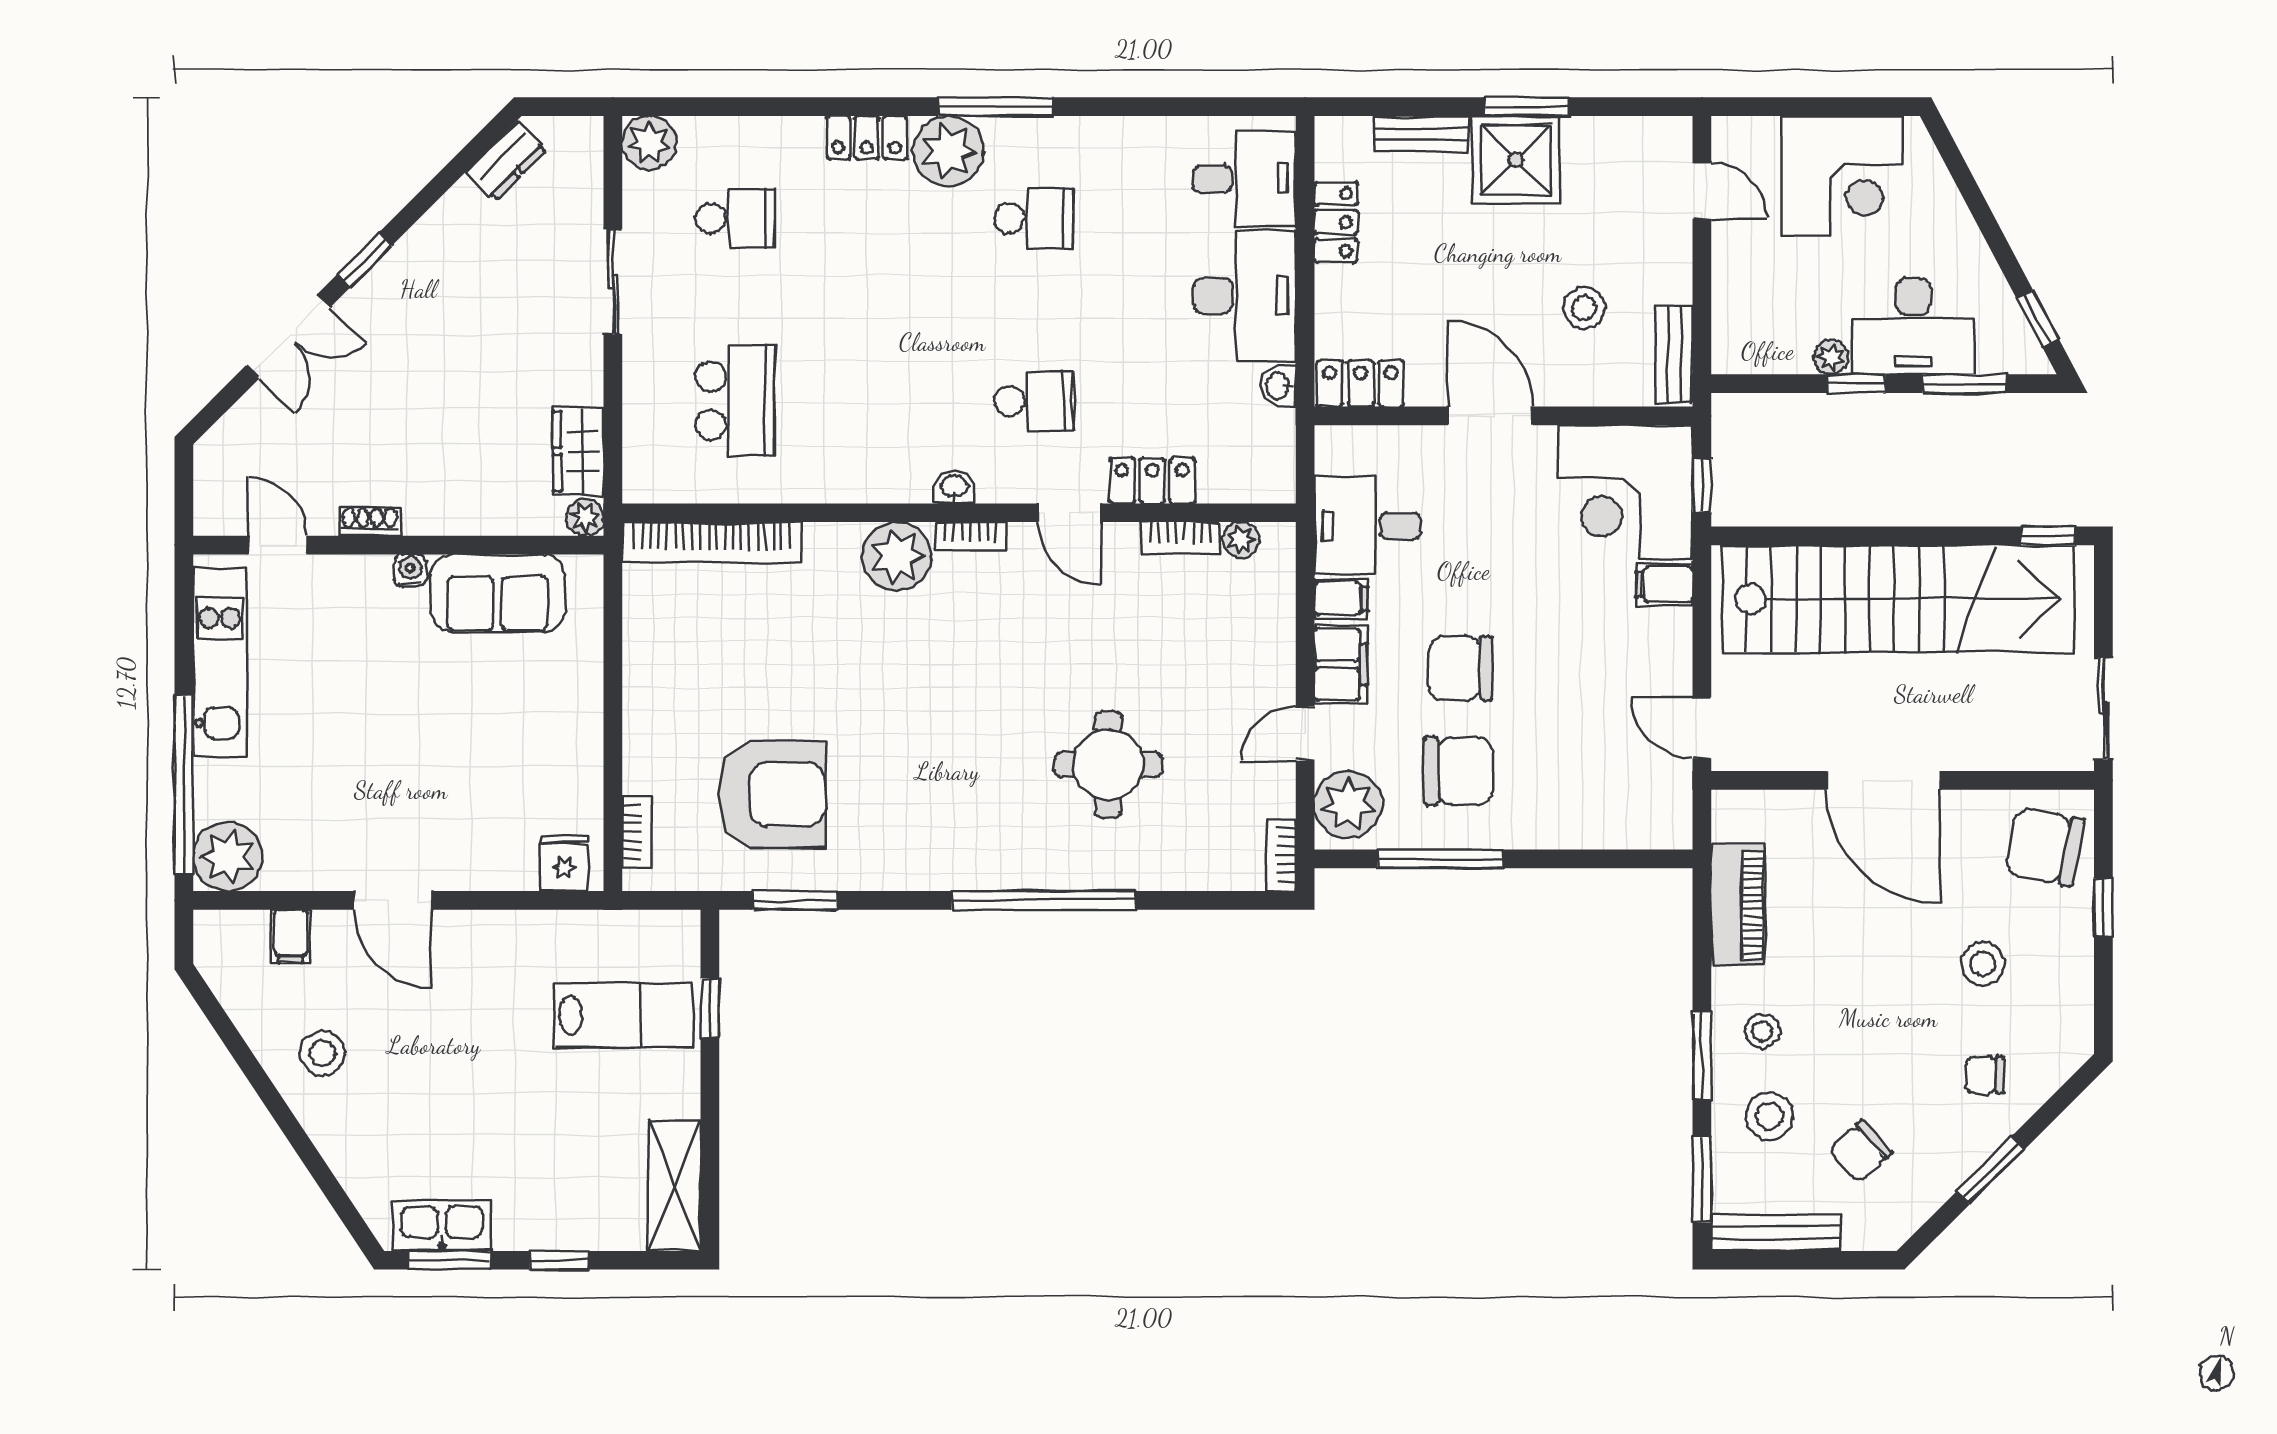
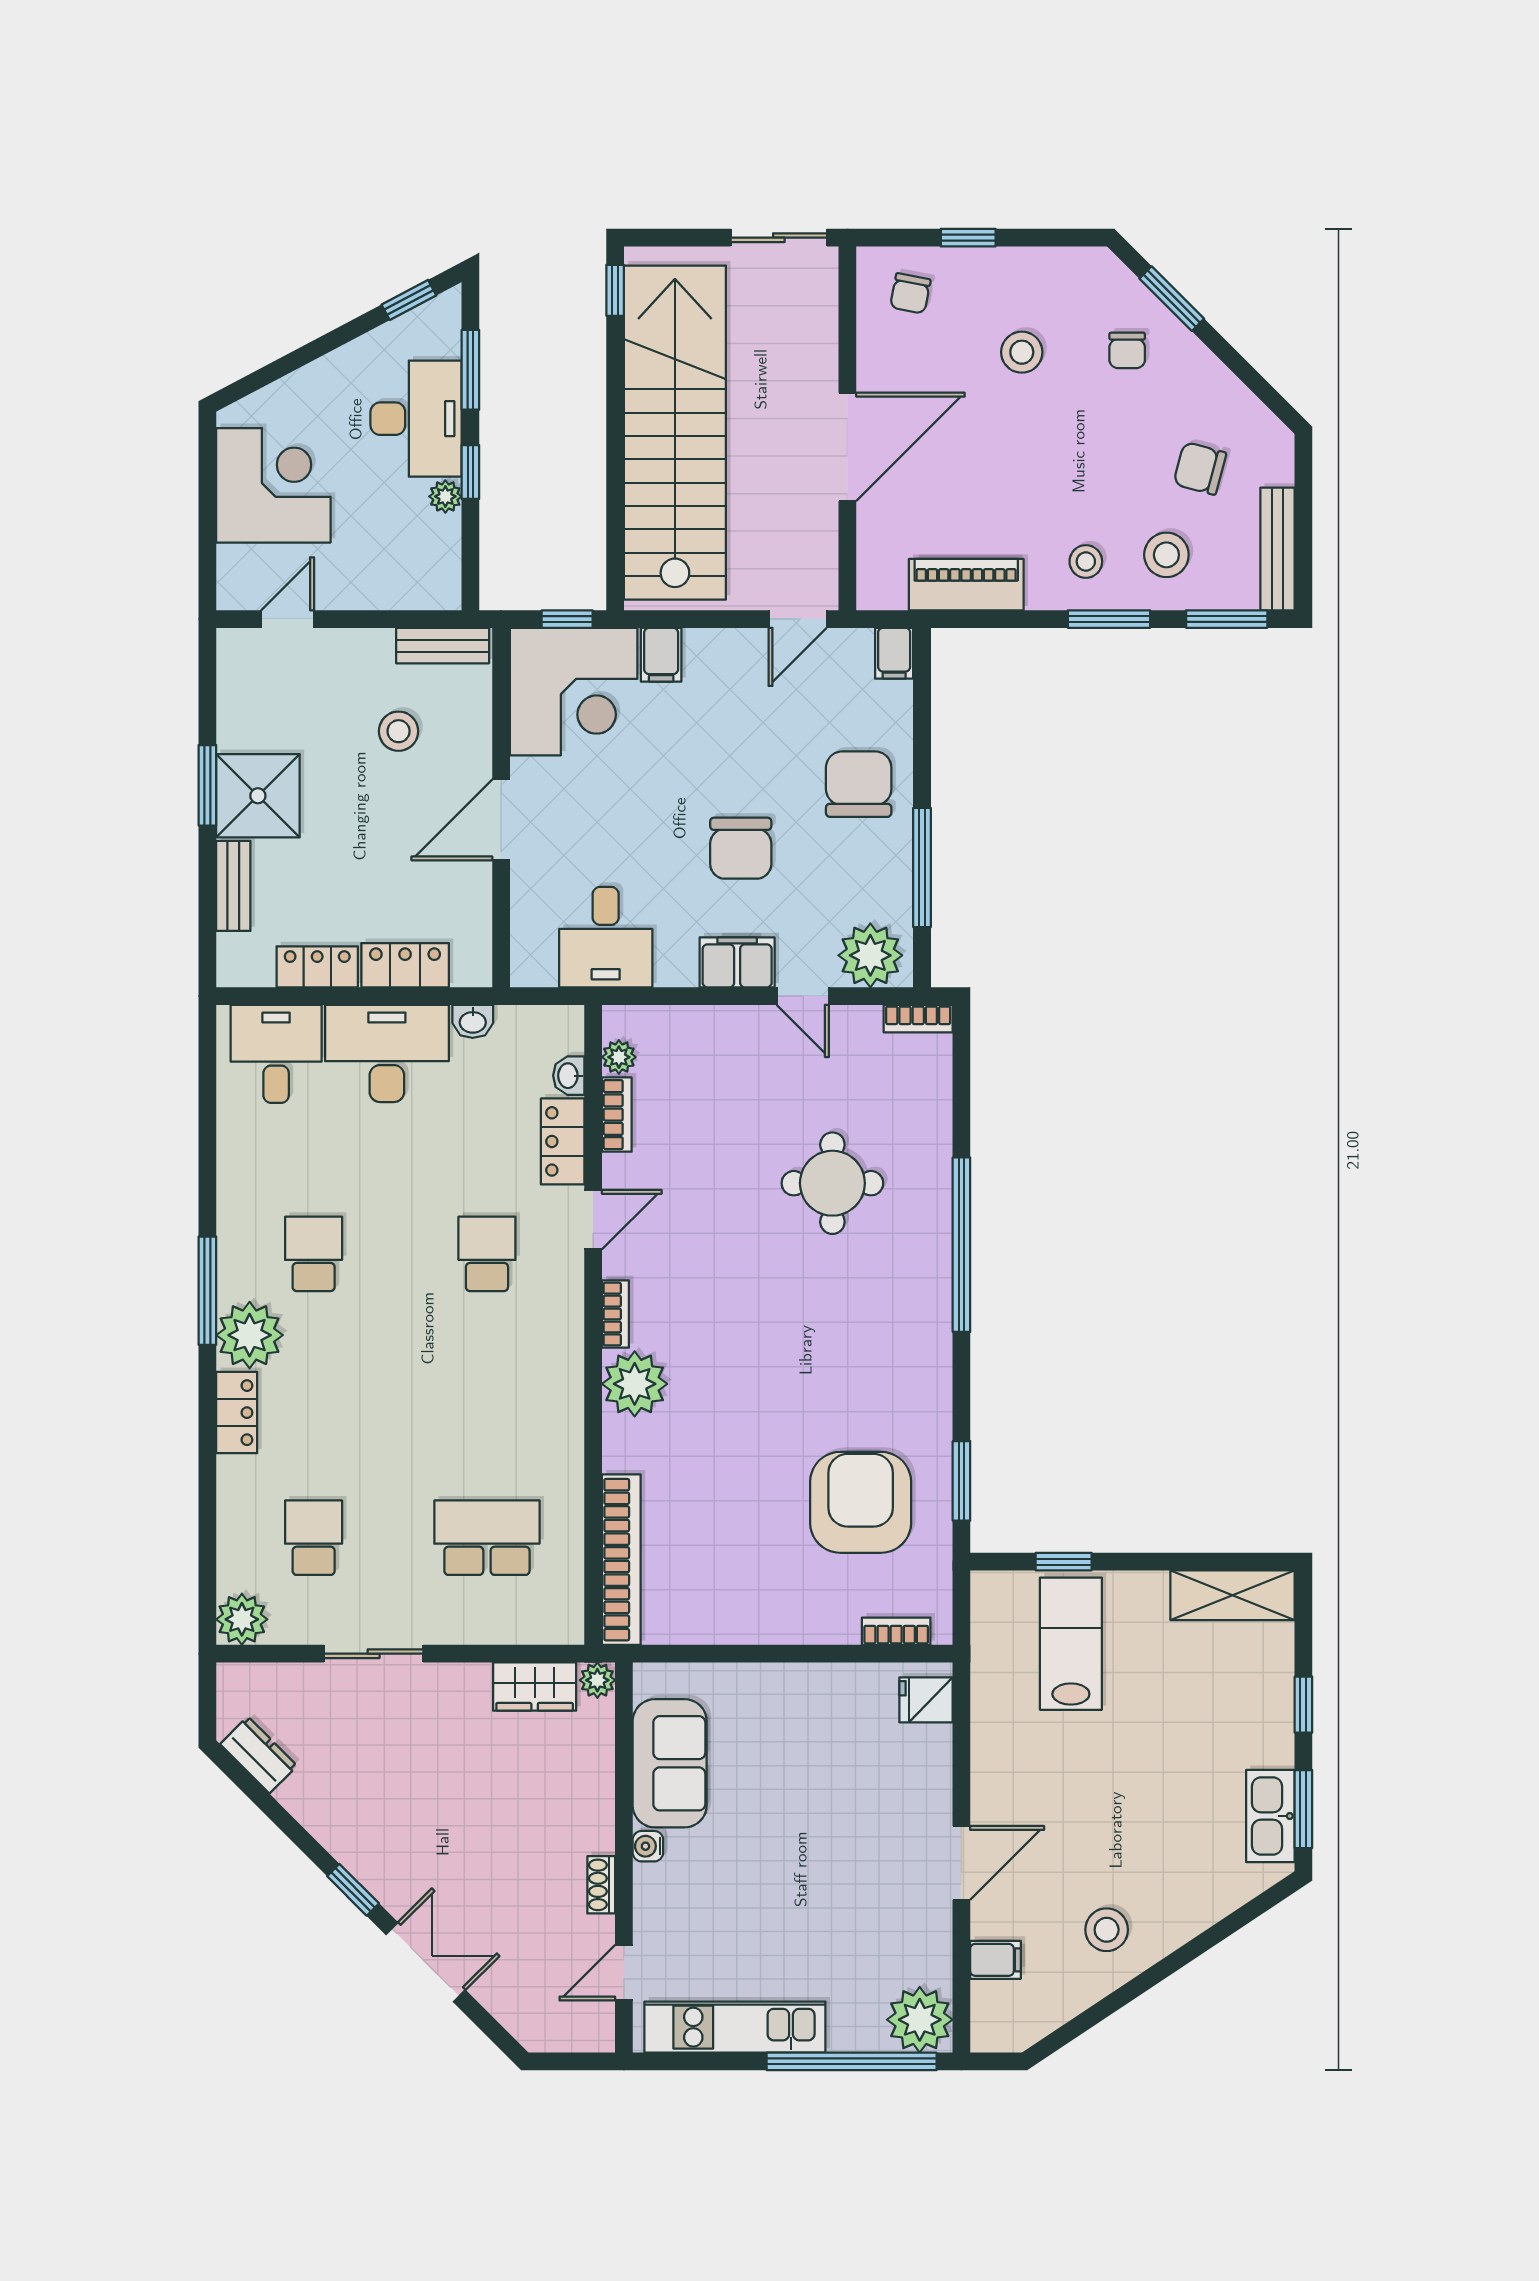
locker: (1360, 383) -> (405, 965), moved, turned 90
washbasin: (954, 487) -> (569, 1076), moved
filing cabinet: (1341, 599) -> (894, 653), moved, turned 180
chair: (1458, 771) -> (859, 784), moved
chair: (2045, 847) -> (910, 293), width x0.54, depth x0.54
chair: (1860, 1151) -> (1200, 468), turned 147
window: (1991, 1170) -> (1172, 299), moved

